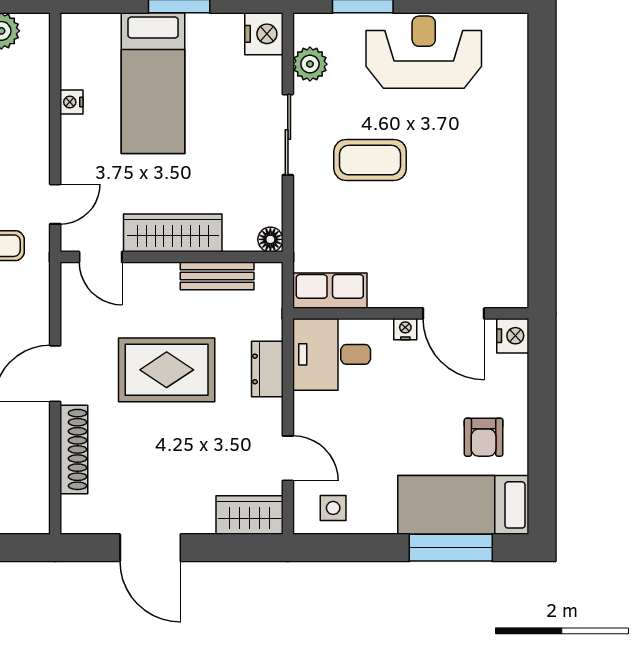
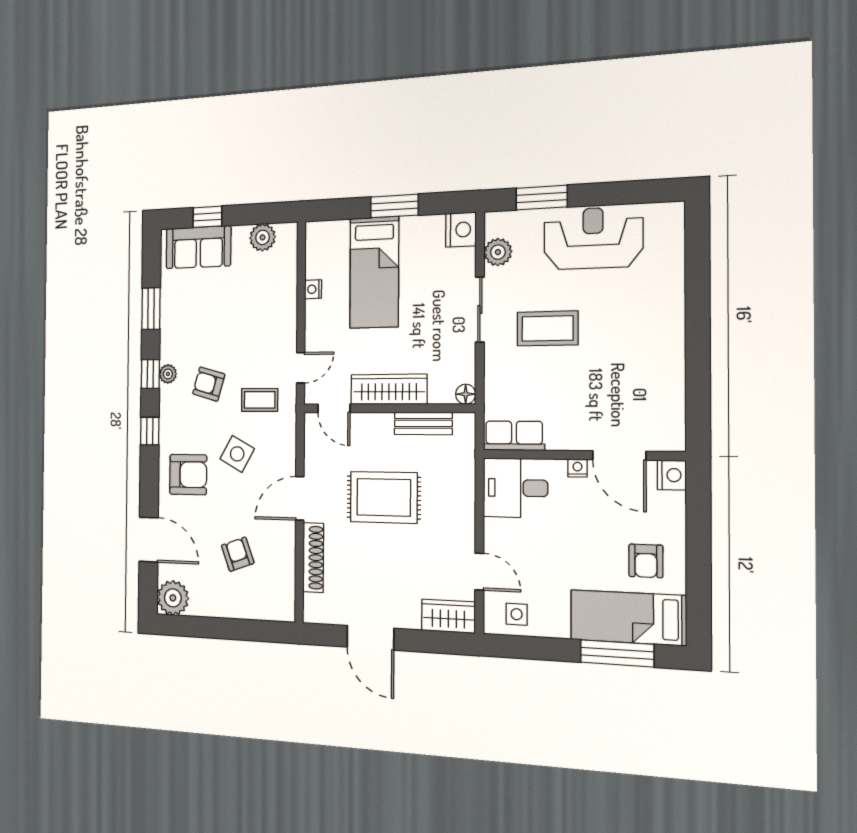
dresser: (267, 369) -> (463, 499), removed

